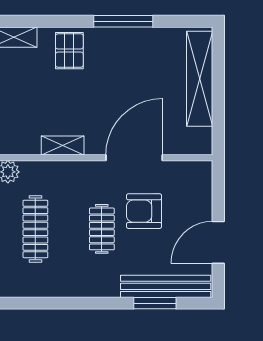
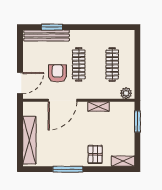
armchair: (144, 211) -> (57, 73), turned -90
clothes rail: (102, 229) -> (79, 64), width x1.36
door: (218, 242) -> (20, 83), moved

